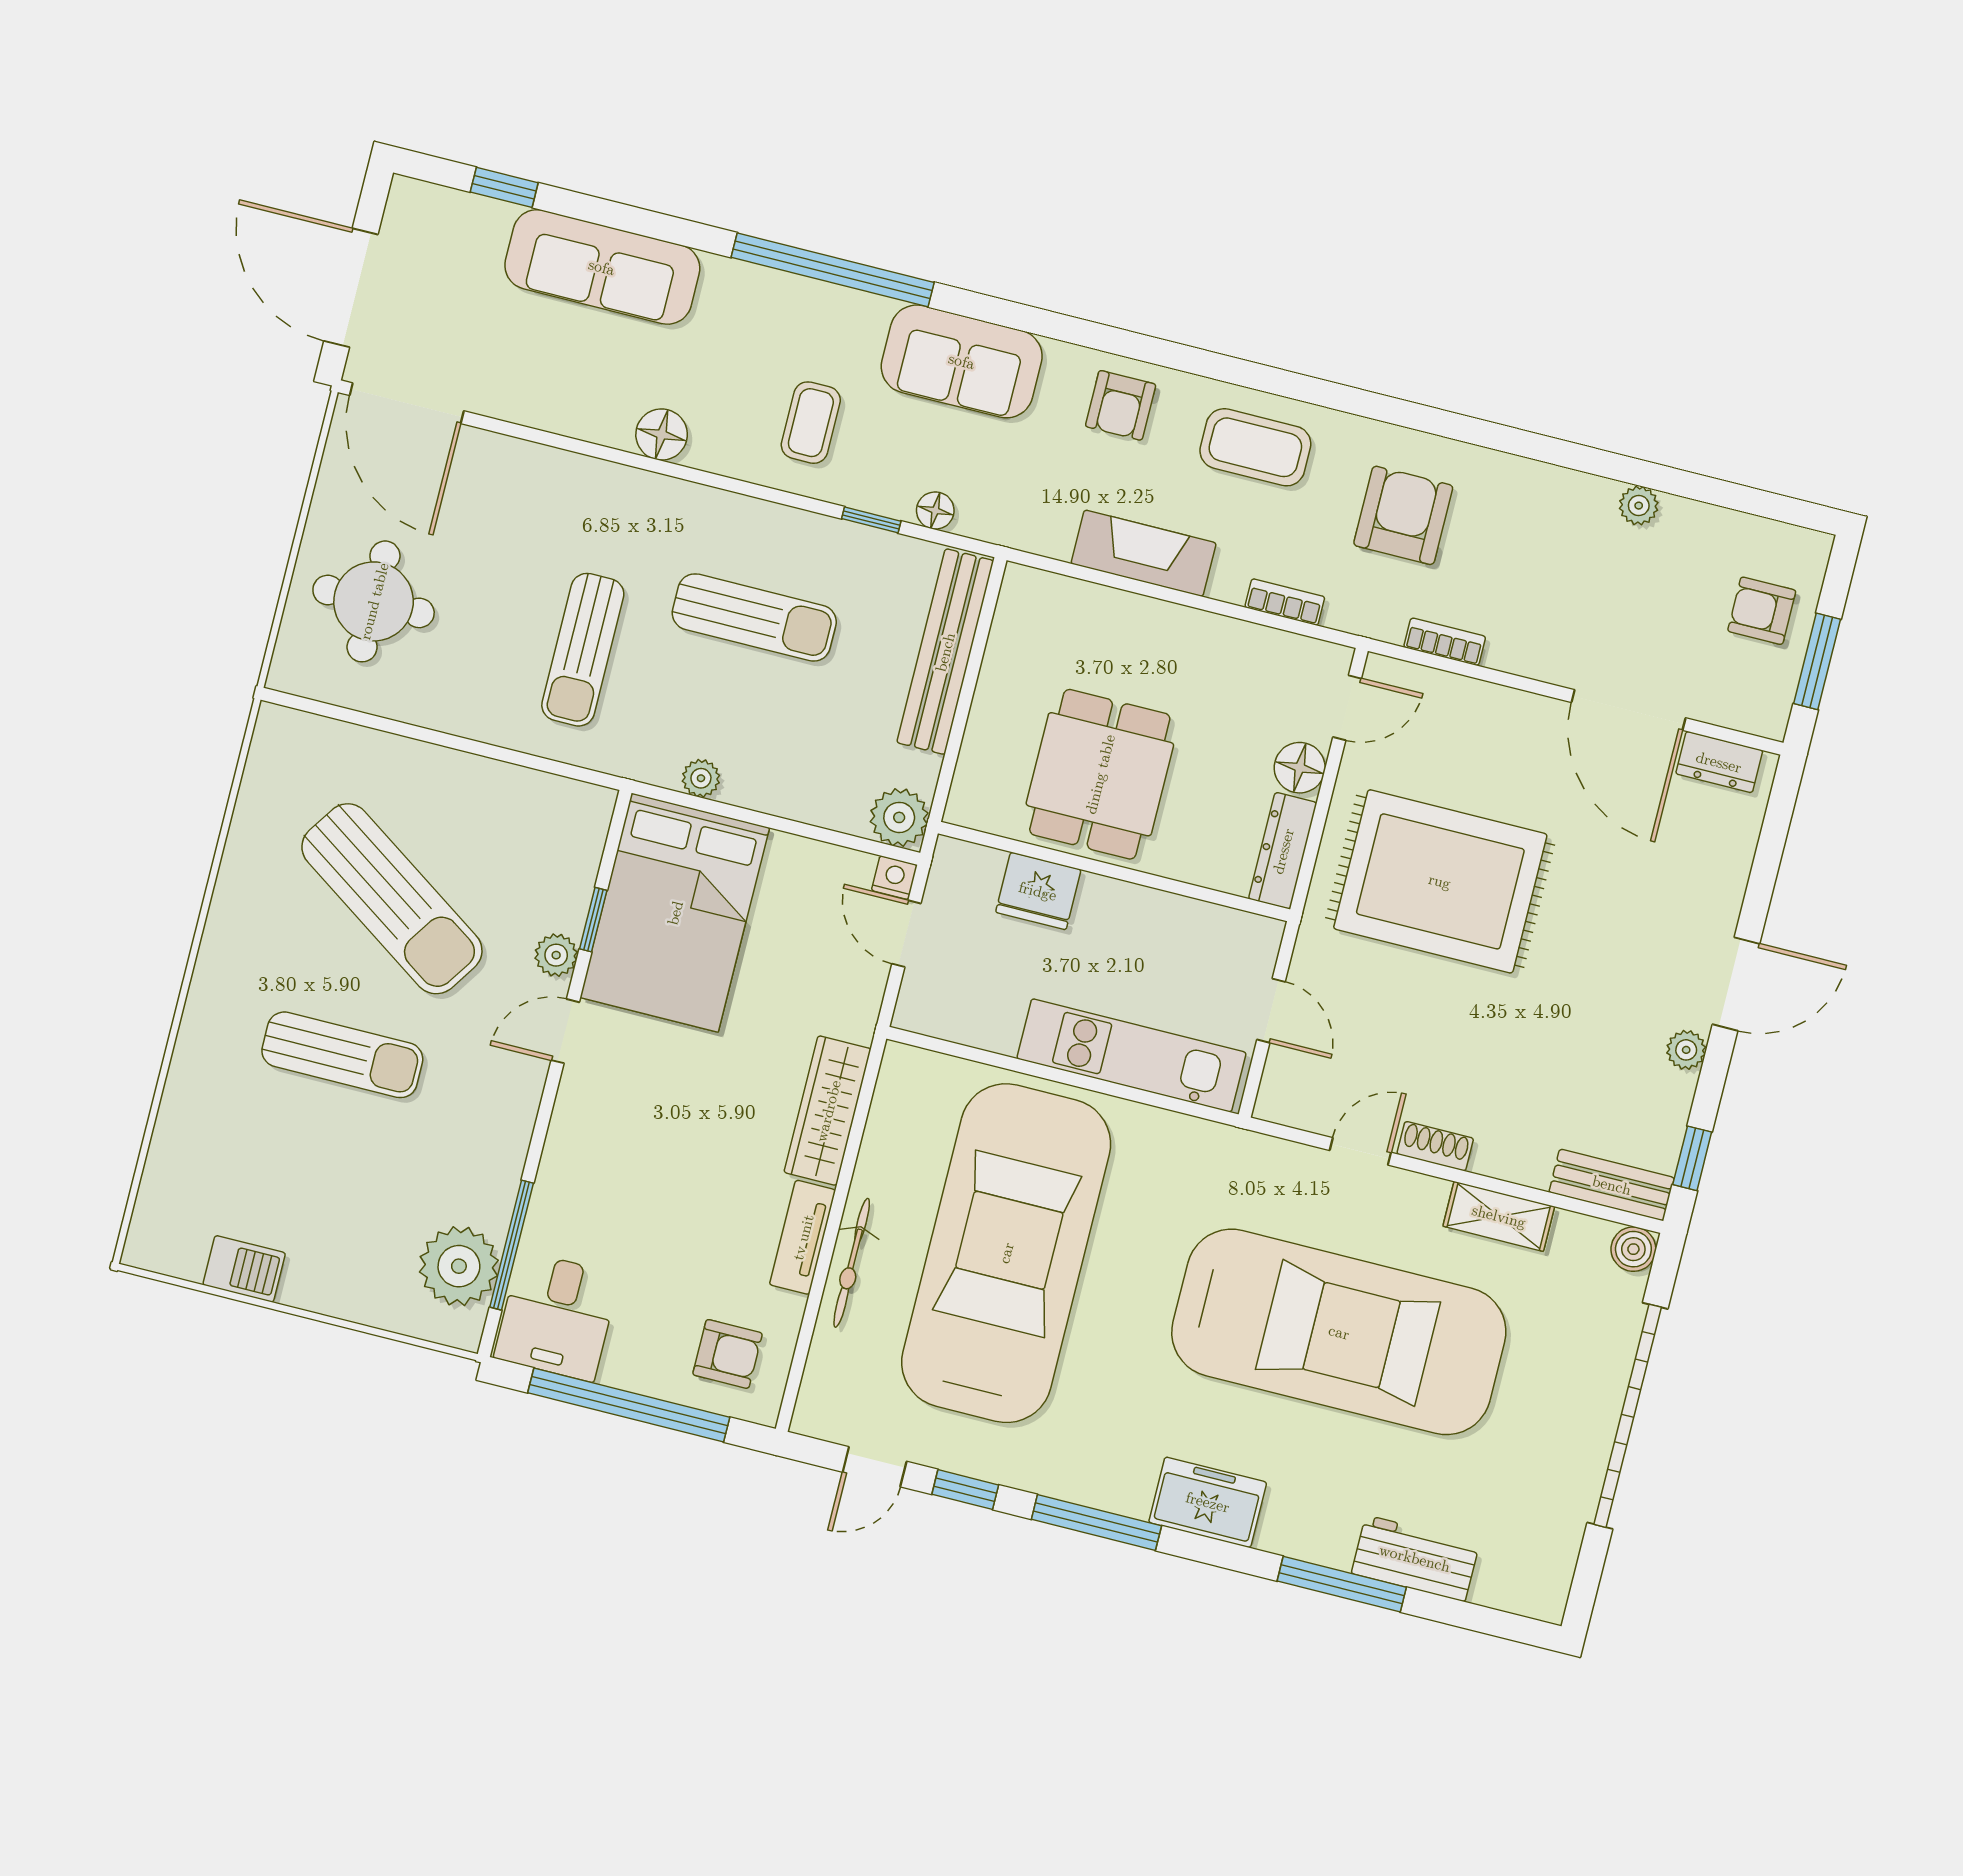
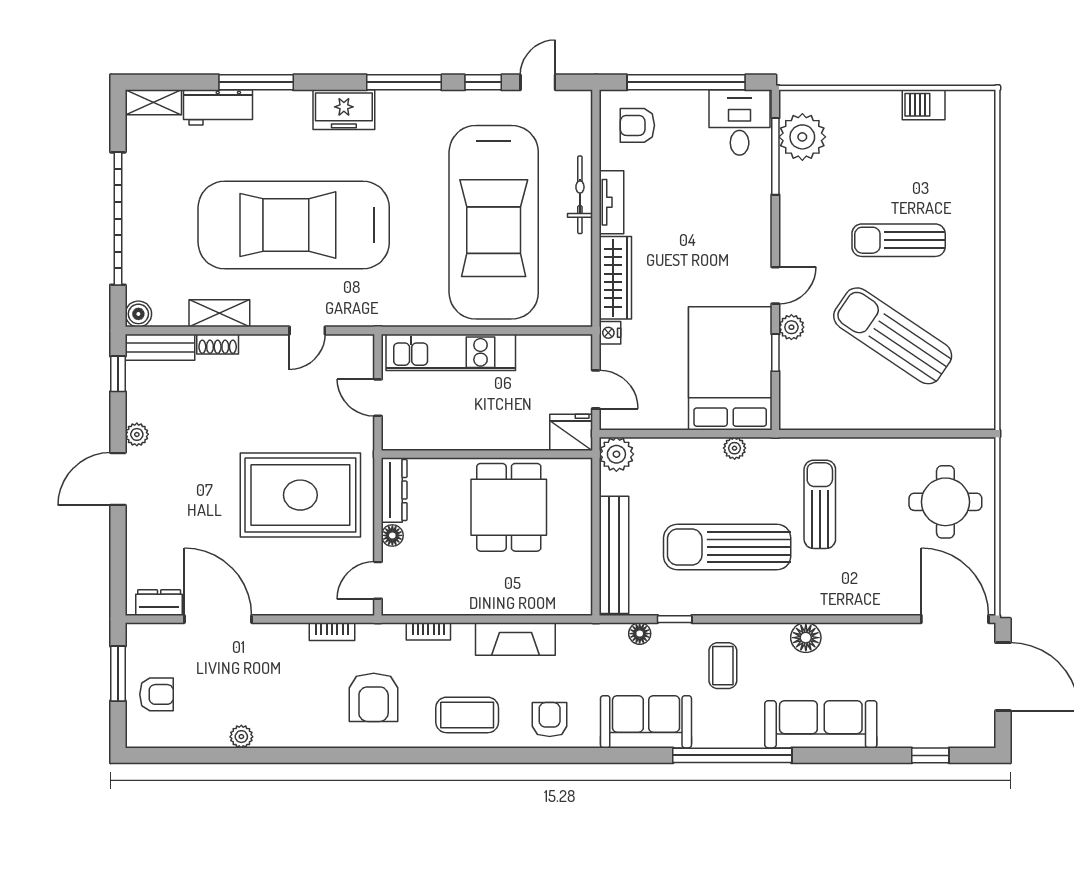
sofa: (602, 267) -> (821, 724), moved
sun lounger: (754, 617) -> (727, 547), width x1.36, depth x1.34
floor lamp: (1300, 768) -> (392, 535), width x0.73, depth x0.73
nightstand: (894, 878) -> (610, 333), moved, turned 90
fridge: (1038, 891) -> (571, 432), moved
shoe rack: (1435, 1146) -> (218, 344), moved
shelving: (1521, 1594) -> (153, 102), added

